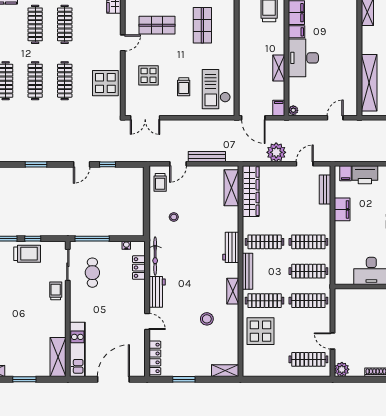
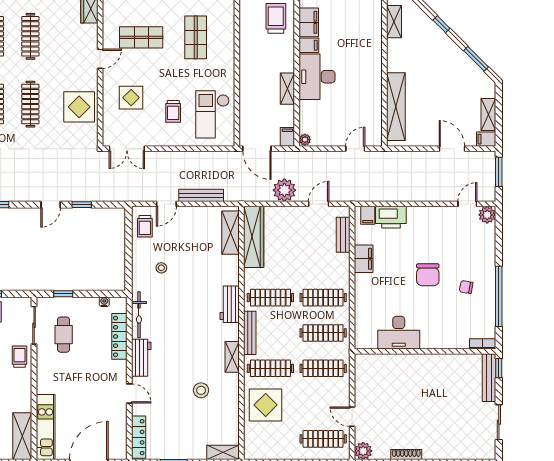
window: (92, 239) -> (63, 294), width x0.46
locker: (139, 268) -> (119, 336), width x1.53

